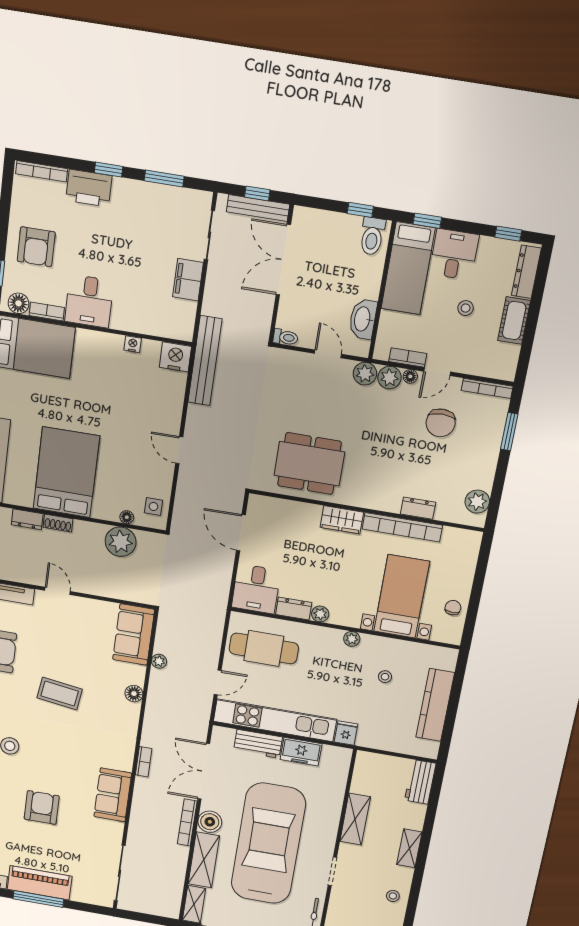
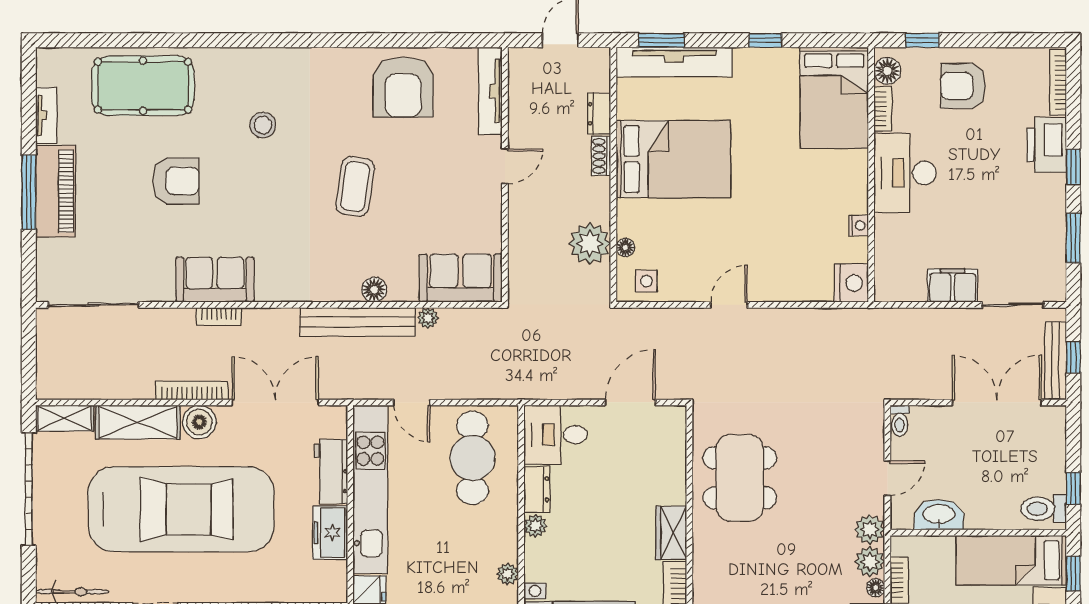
desk: (89, 301) -> (905, 173), width x1.37
bench: (205, 361) -> (358, 322), moved
bookcase: (144, 762) -> (219, 316), moved

